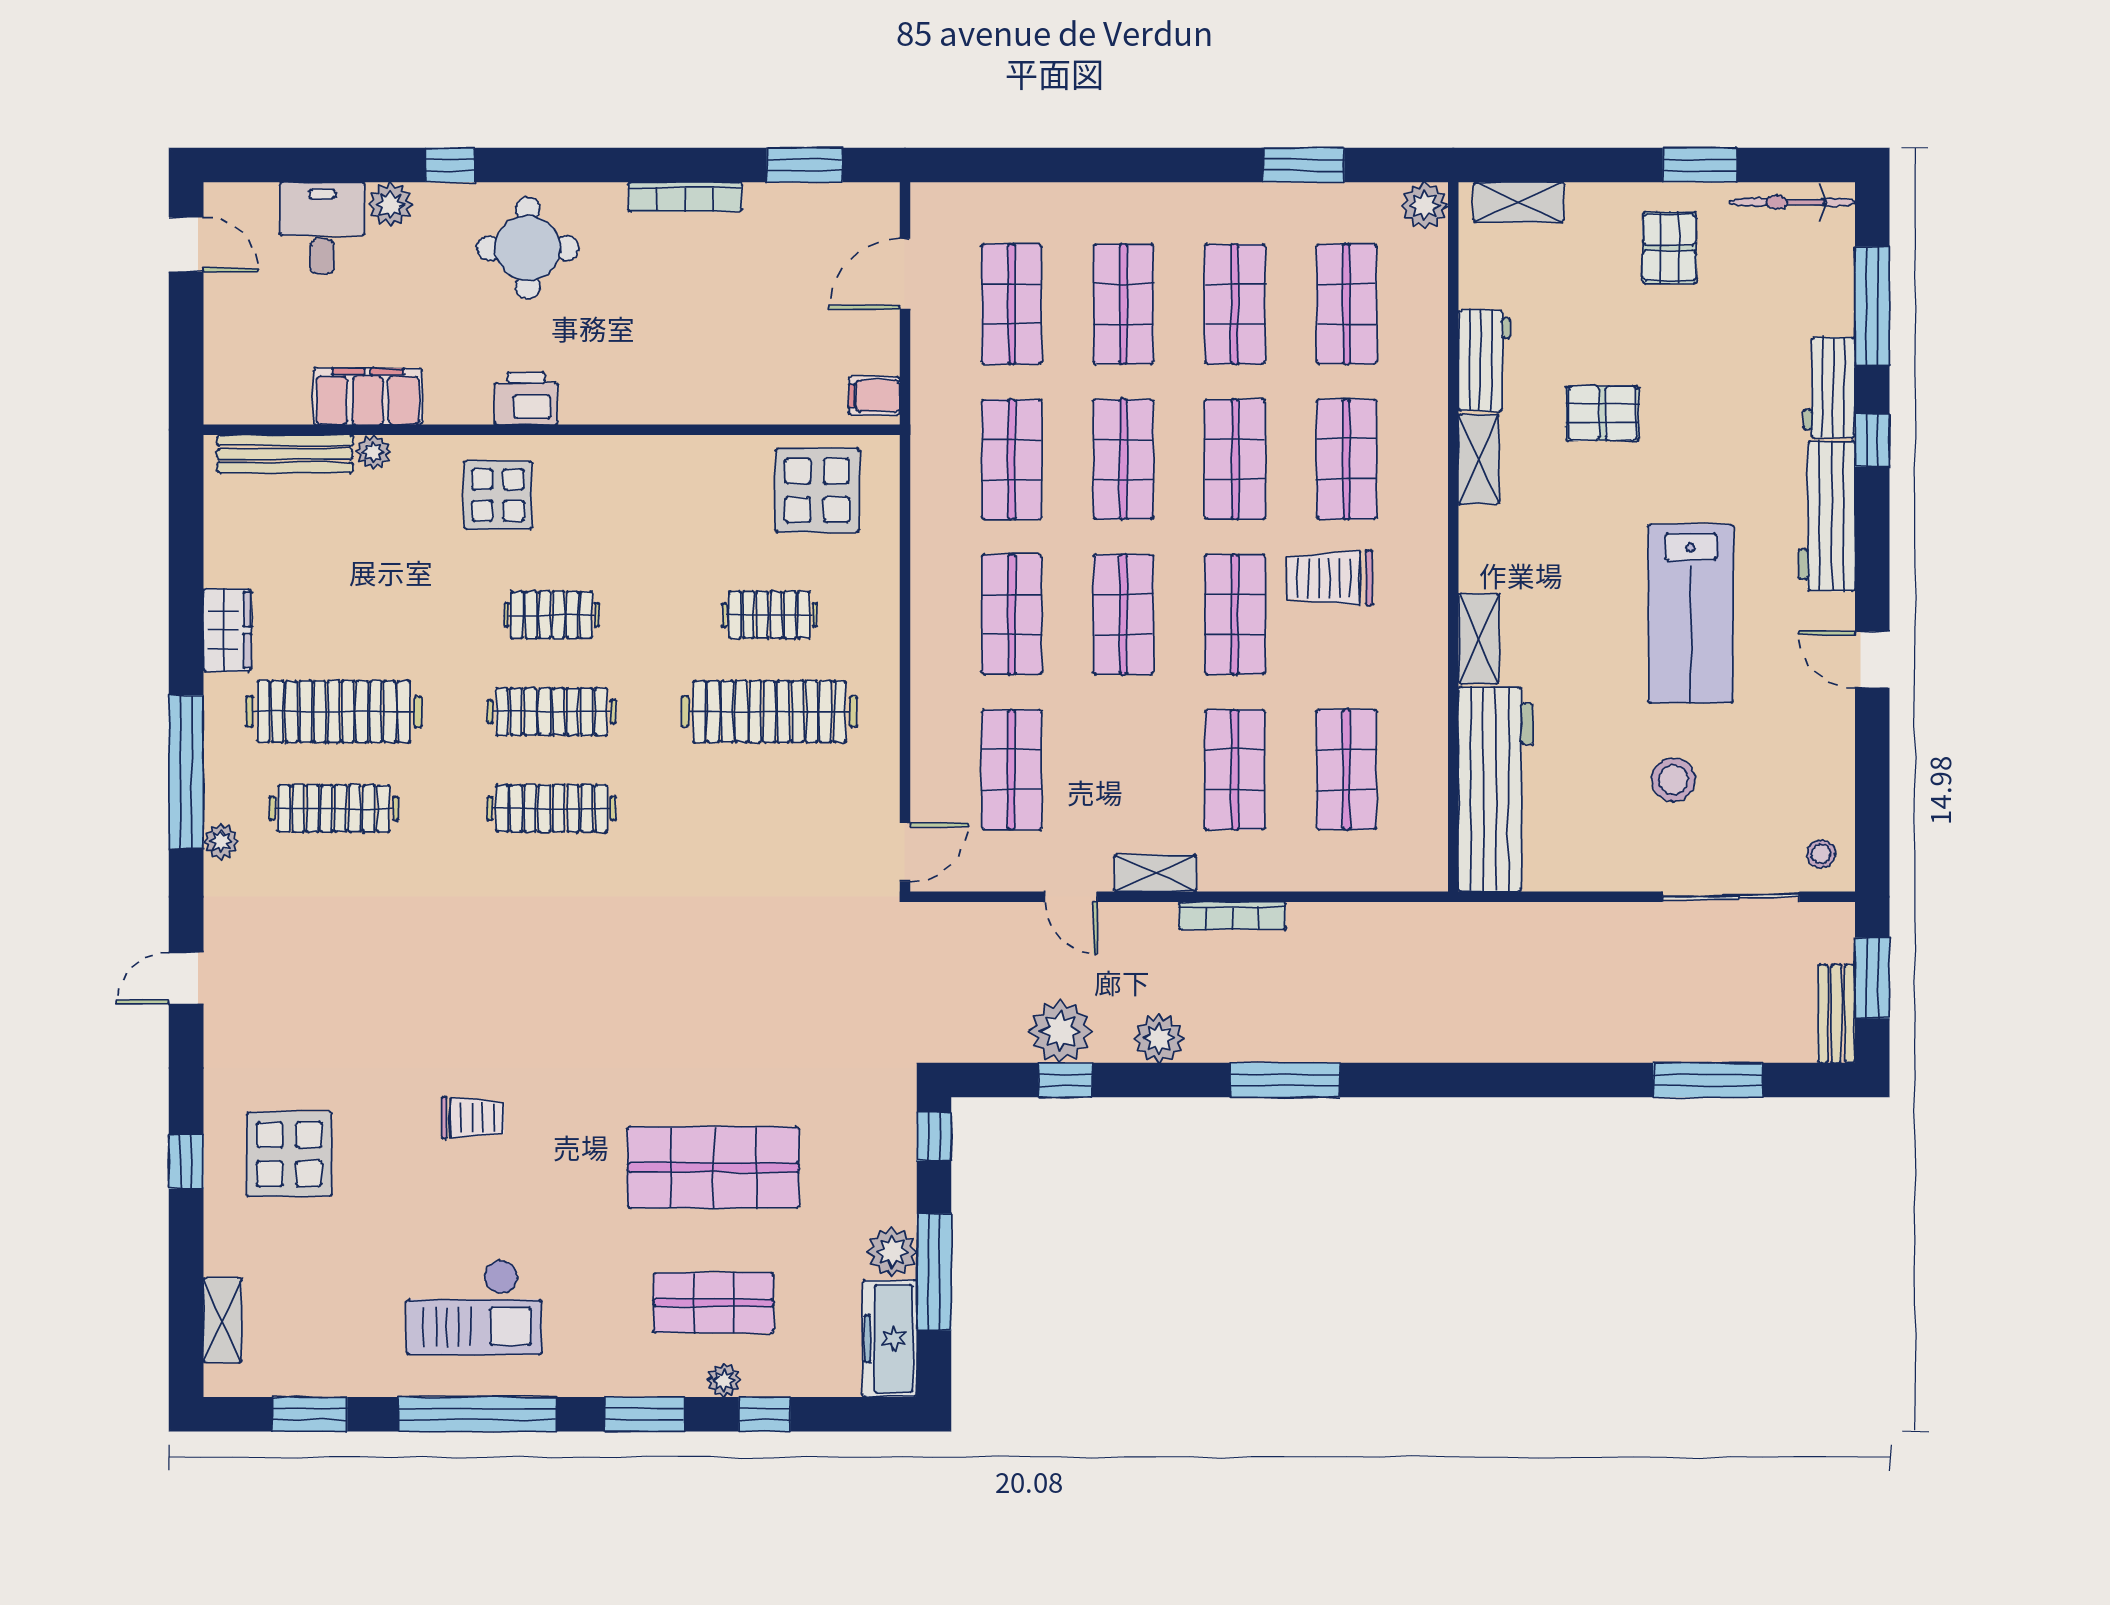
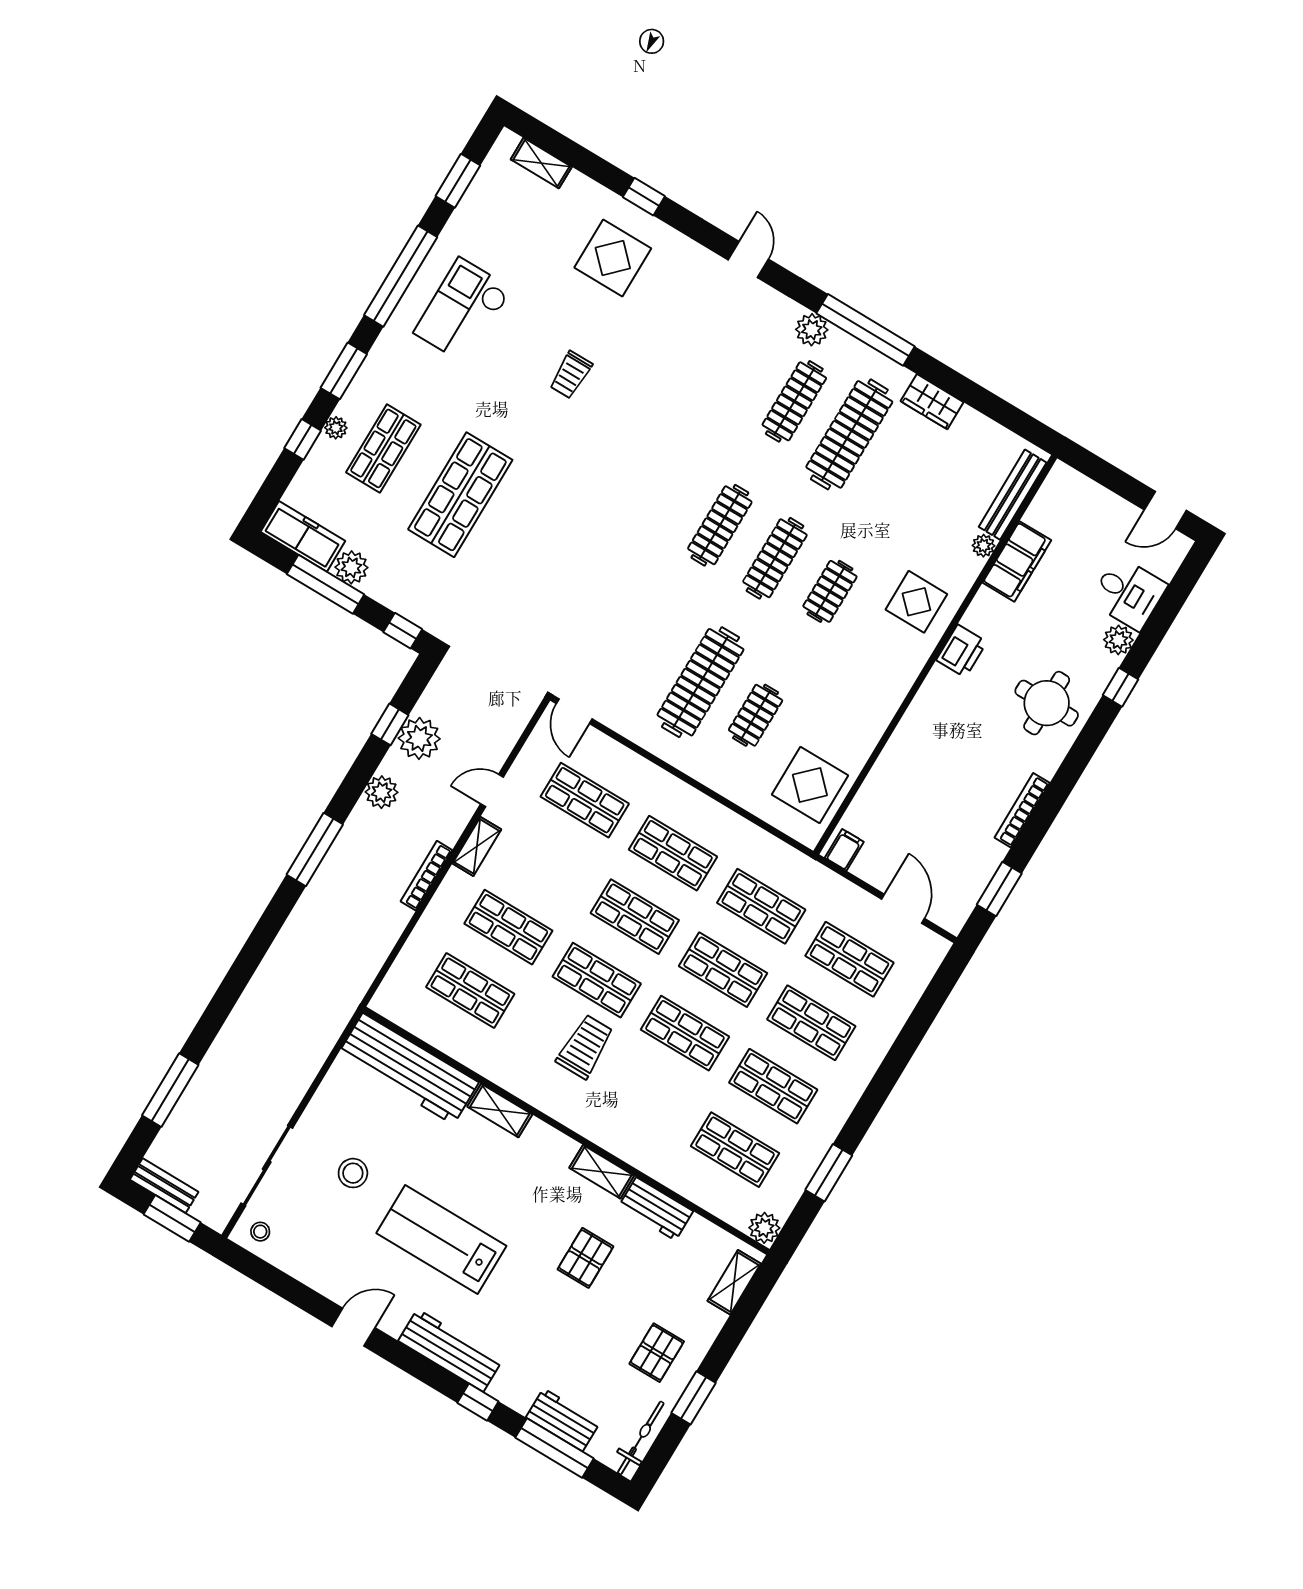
pallet: (1670, 248) -> (657, 1353), turned 90
workbench: (1829, 388) -> (563, 1420), moved
shop shelf: (1347, 459) -> (647, 1097), removed
plant: (221, 842) -> (812, 330), width x1.38, depth x1.38

